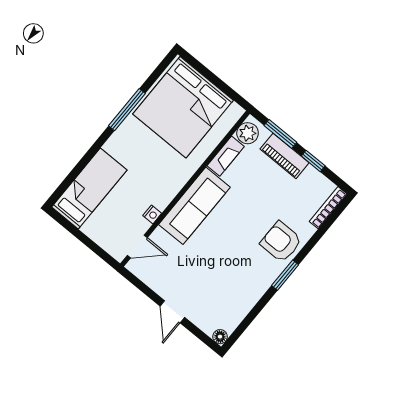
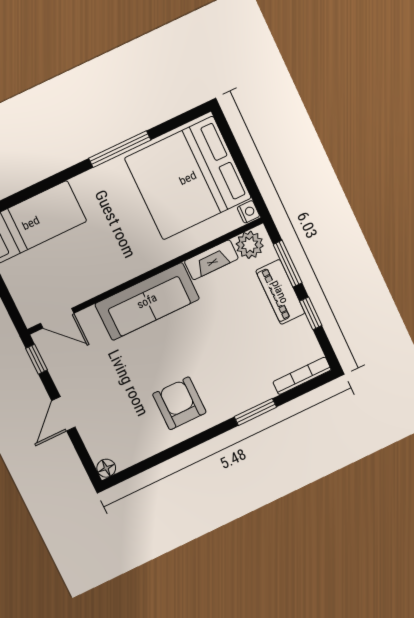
nightstand: (152, 214) -> (248, 212), moved, turned -90
armchair: (281, 242) -> (179, 403), moved
window: (285, 275) -> (255, 412), moved
window: (136, 282) -> (37, 359), added

